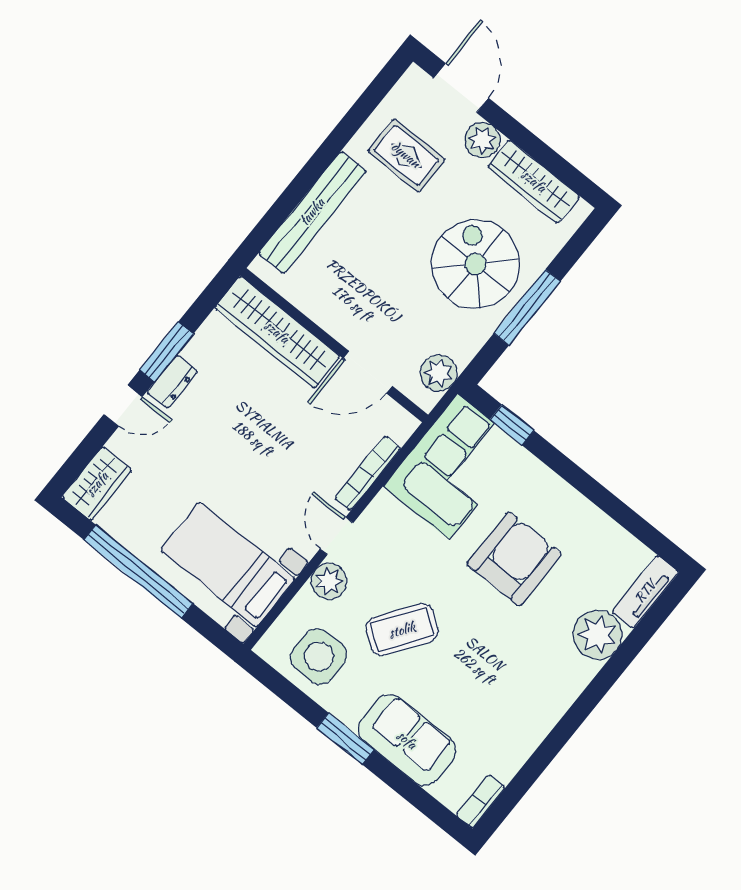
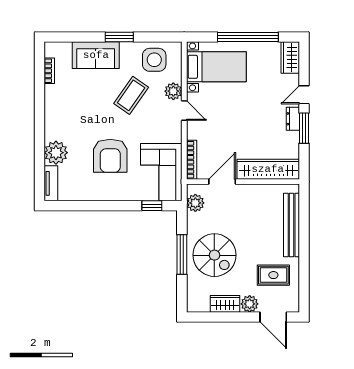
wardrobe: (534, 181) -> (225, 304), width x0.67
bookcase: (368, 473) -> (192, 160), moved
bookcase: (481, 801) -> (49, 71), moved

